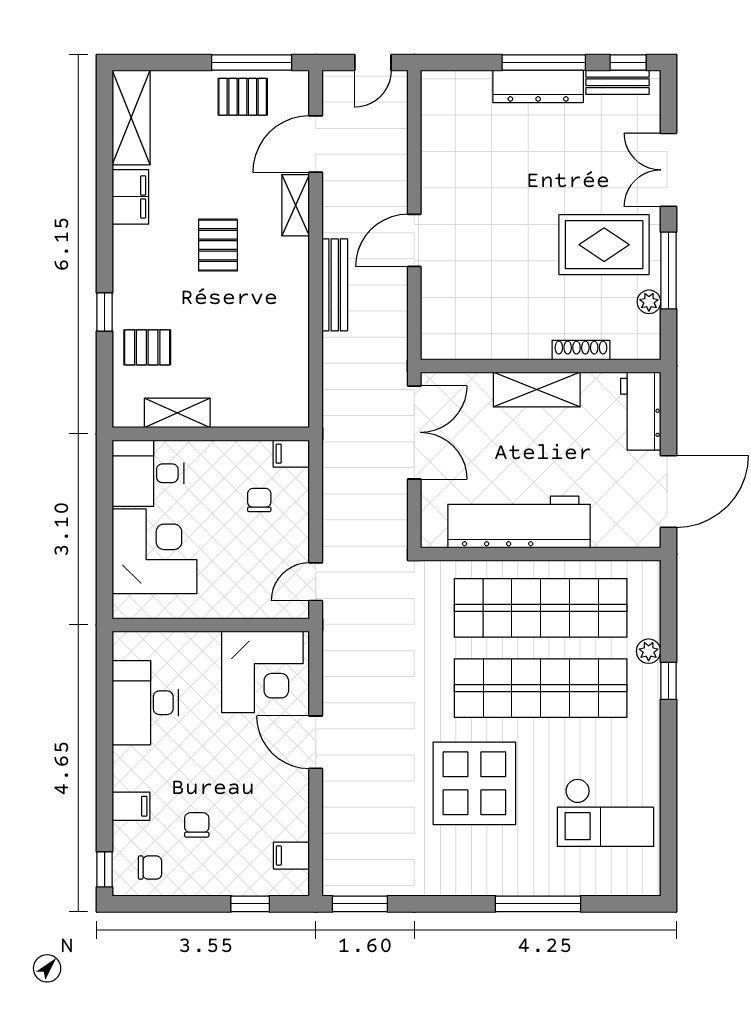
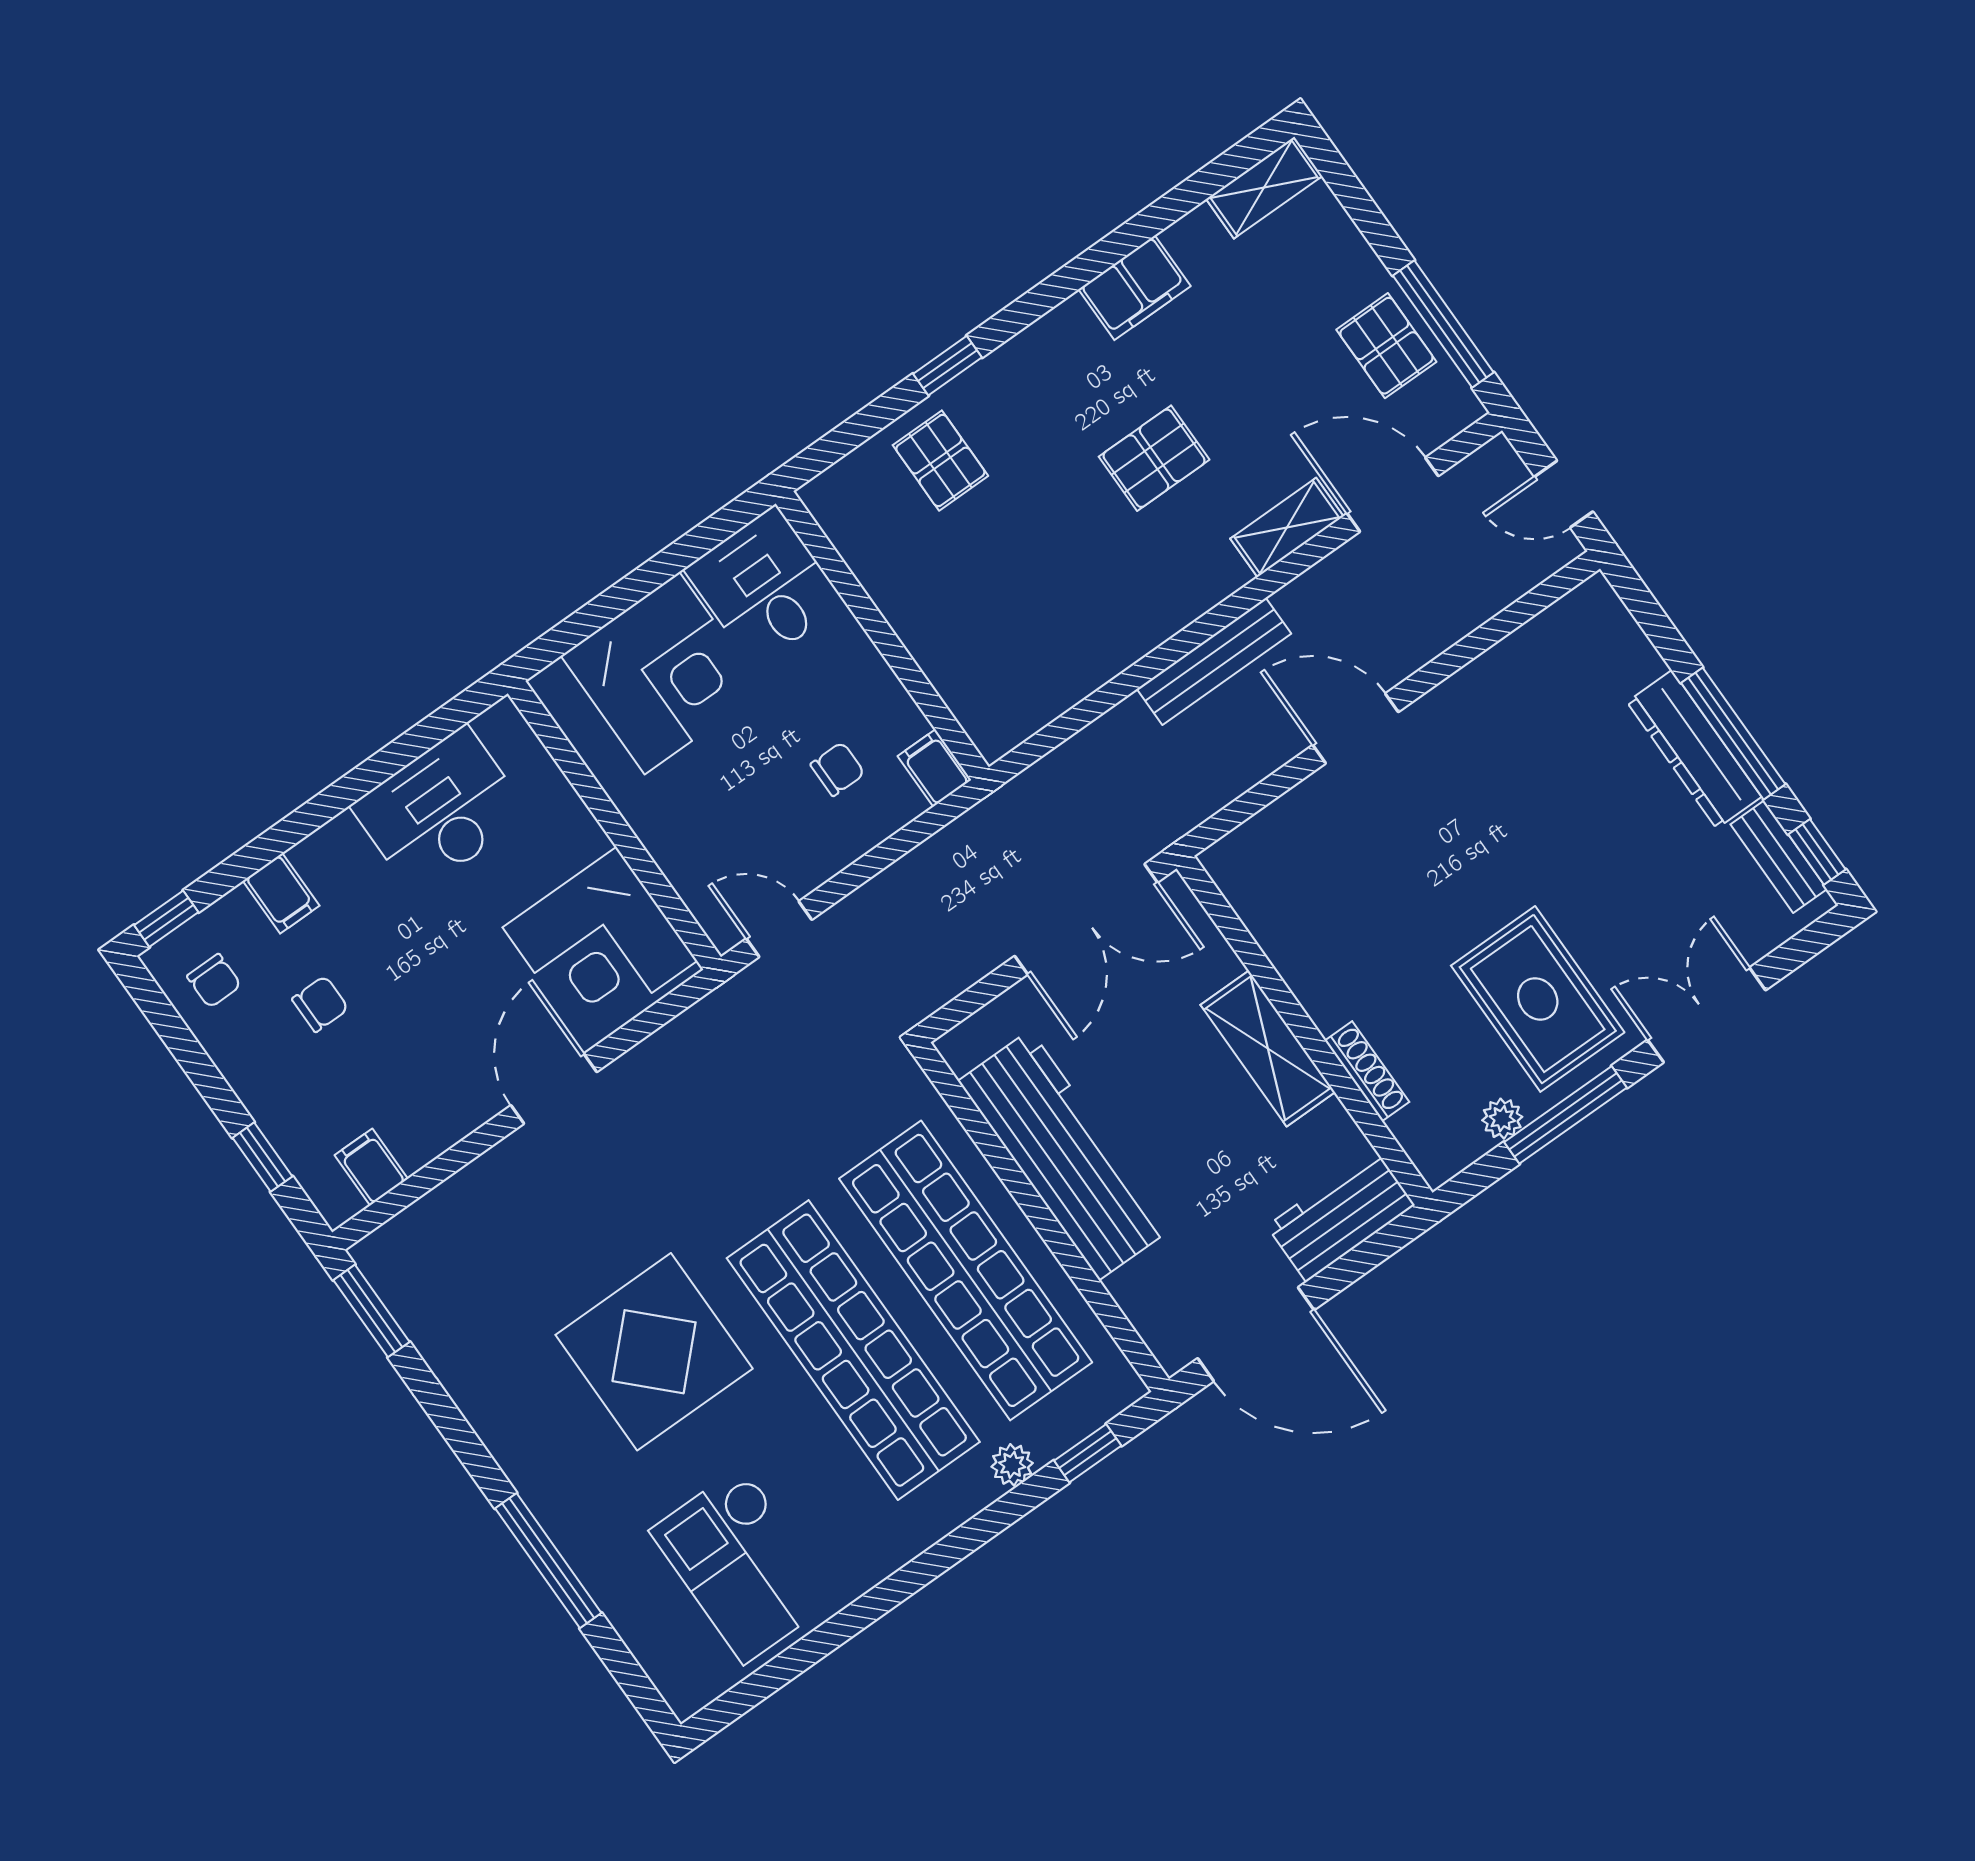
shelving: (131, 117) -> (1264, 188), width x0.67, depth x0.75
shelving: (177, 413) -> (878, 568), removed
window: (668, 681) -> (1088, 1453), moved

